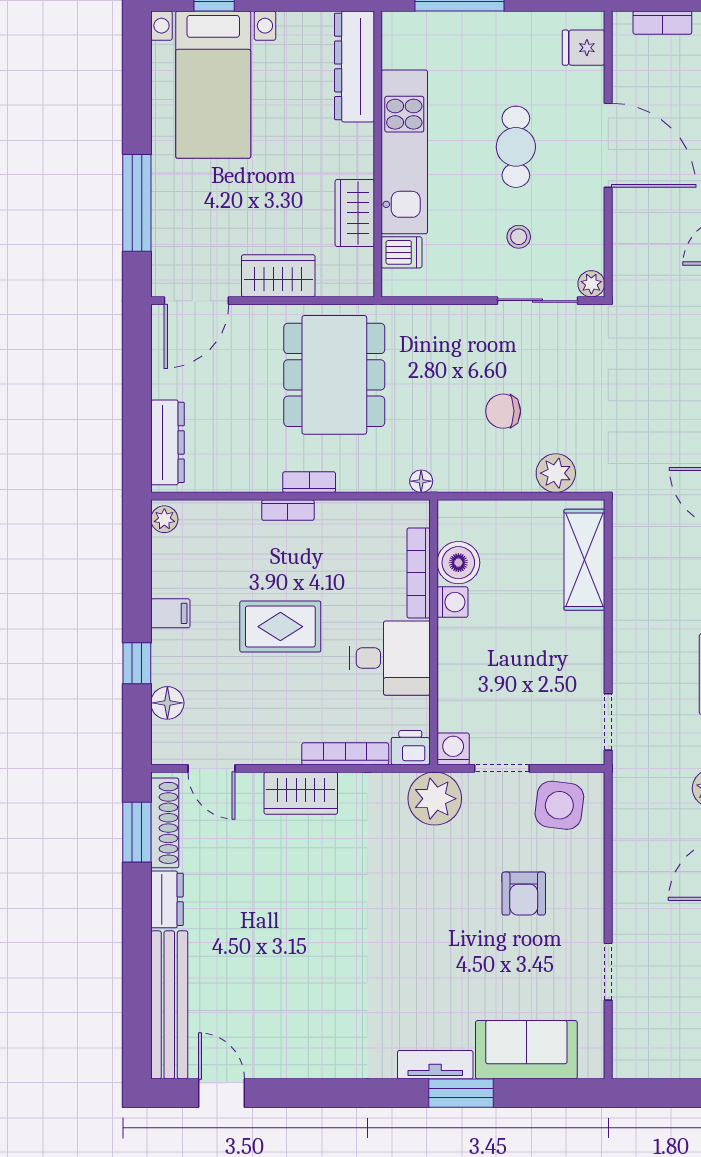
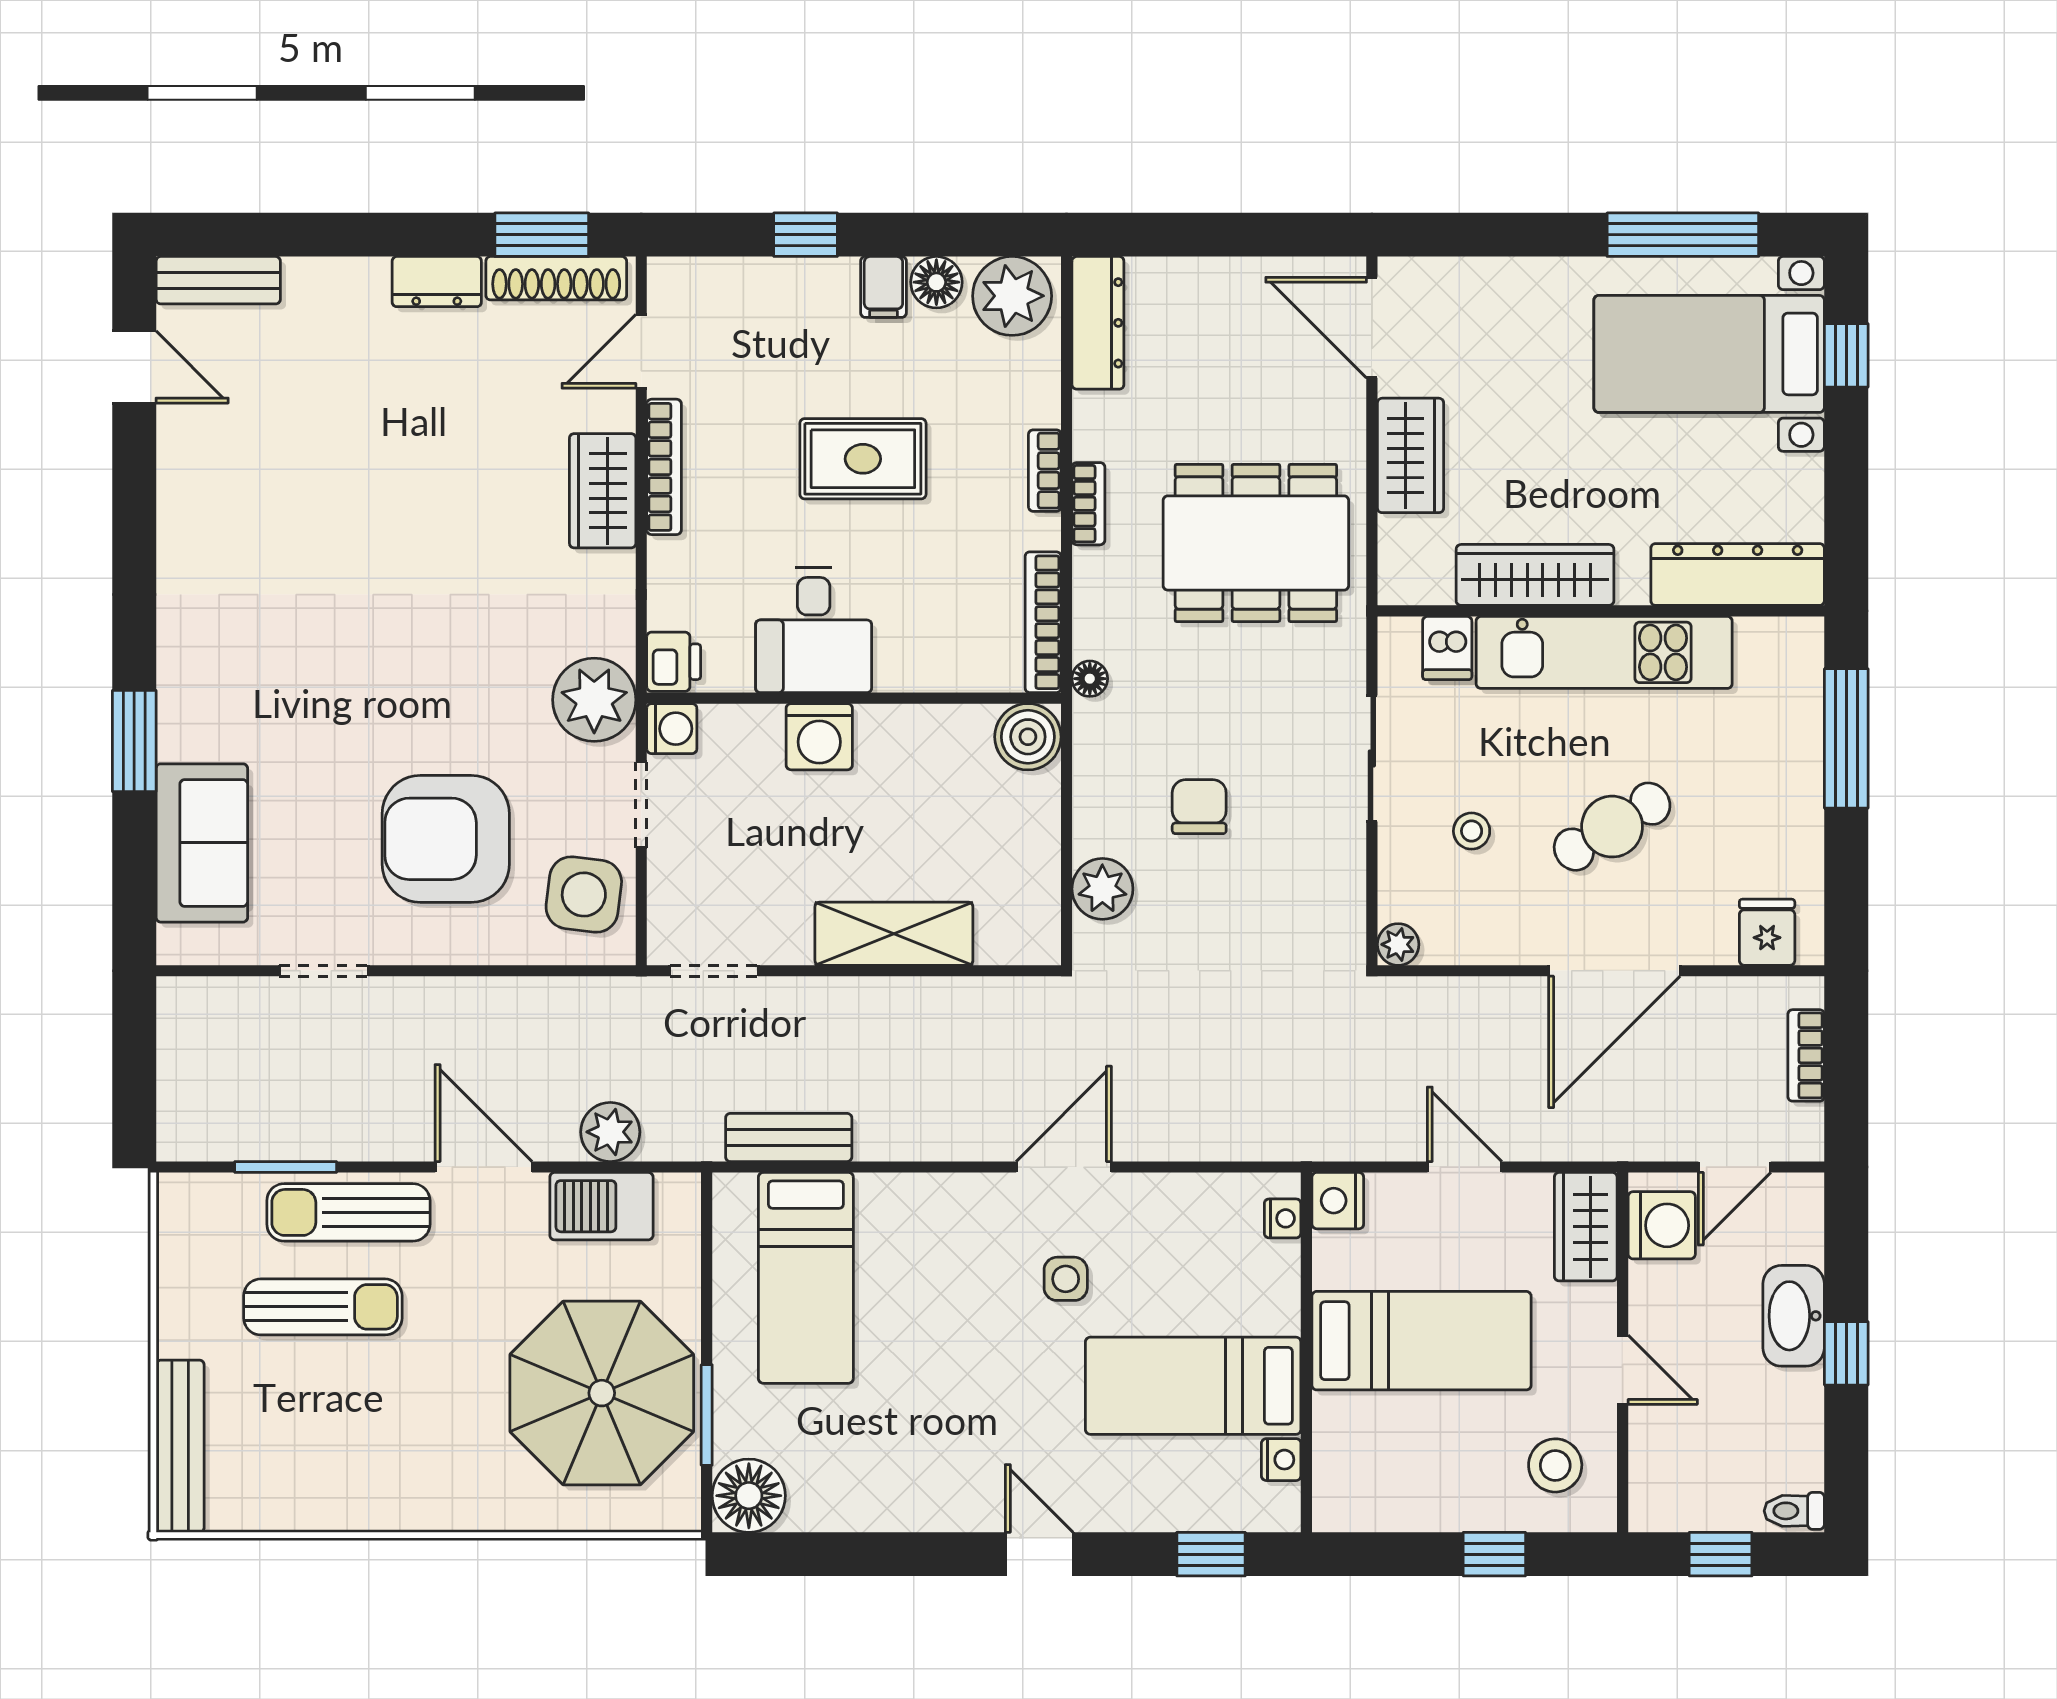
cafe table: (516, 147) -> (1612, 827), turned -31
window: (137, 203) -> (1683, 235), moved
wardrobe: (355, 213) -> (1535, 575), width x1.50
sliding door: (538, 301) -> (1372, 758), moved
dresser: (167, 442) -> (1098, 323), moved, turned -90
plant: (164, 519) -> (1012, 296), width x1.88, depth x1.88
shelving: (584, 560) -> (894, 934), moved
boiler: (458, 563) -> (1028, 737), moved
bookcase: (419, 573) -> (1043, 622), moved, turned -90
washing machine: (452, 602) -> (819, 737), moved, width x1.38, depth x1.38
rug: (280, 627) -> (863, 459), turned 90
floor lamp: (167, 703) -> (936, 282), moved
bookcase: (345, 754) -> (664, 467), moved
armchair: (524, 894) -> (446, 839), width x1.88, depth x1.88
bench: (169, 1005) -> (218, 280), width x0.54, depth x0.82
tv unit: (435, 1065) -> (178, 701), removed
door: (222, 1093) -> (134, 367), hinge flipped

